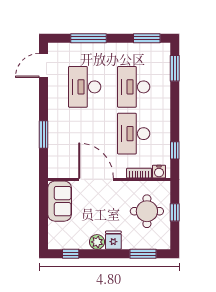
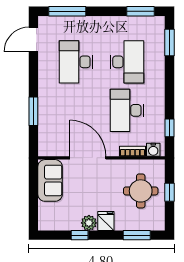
window: (88, 38) -> (67, 11), moved
desk: (134, 87) -> (127, 62), turned 180
window: (71, 254) -> (80, 235), moved

